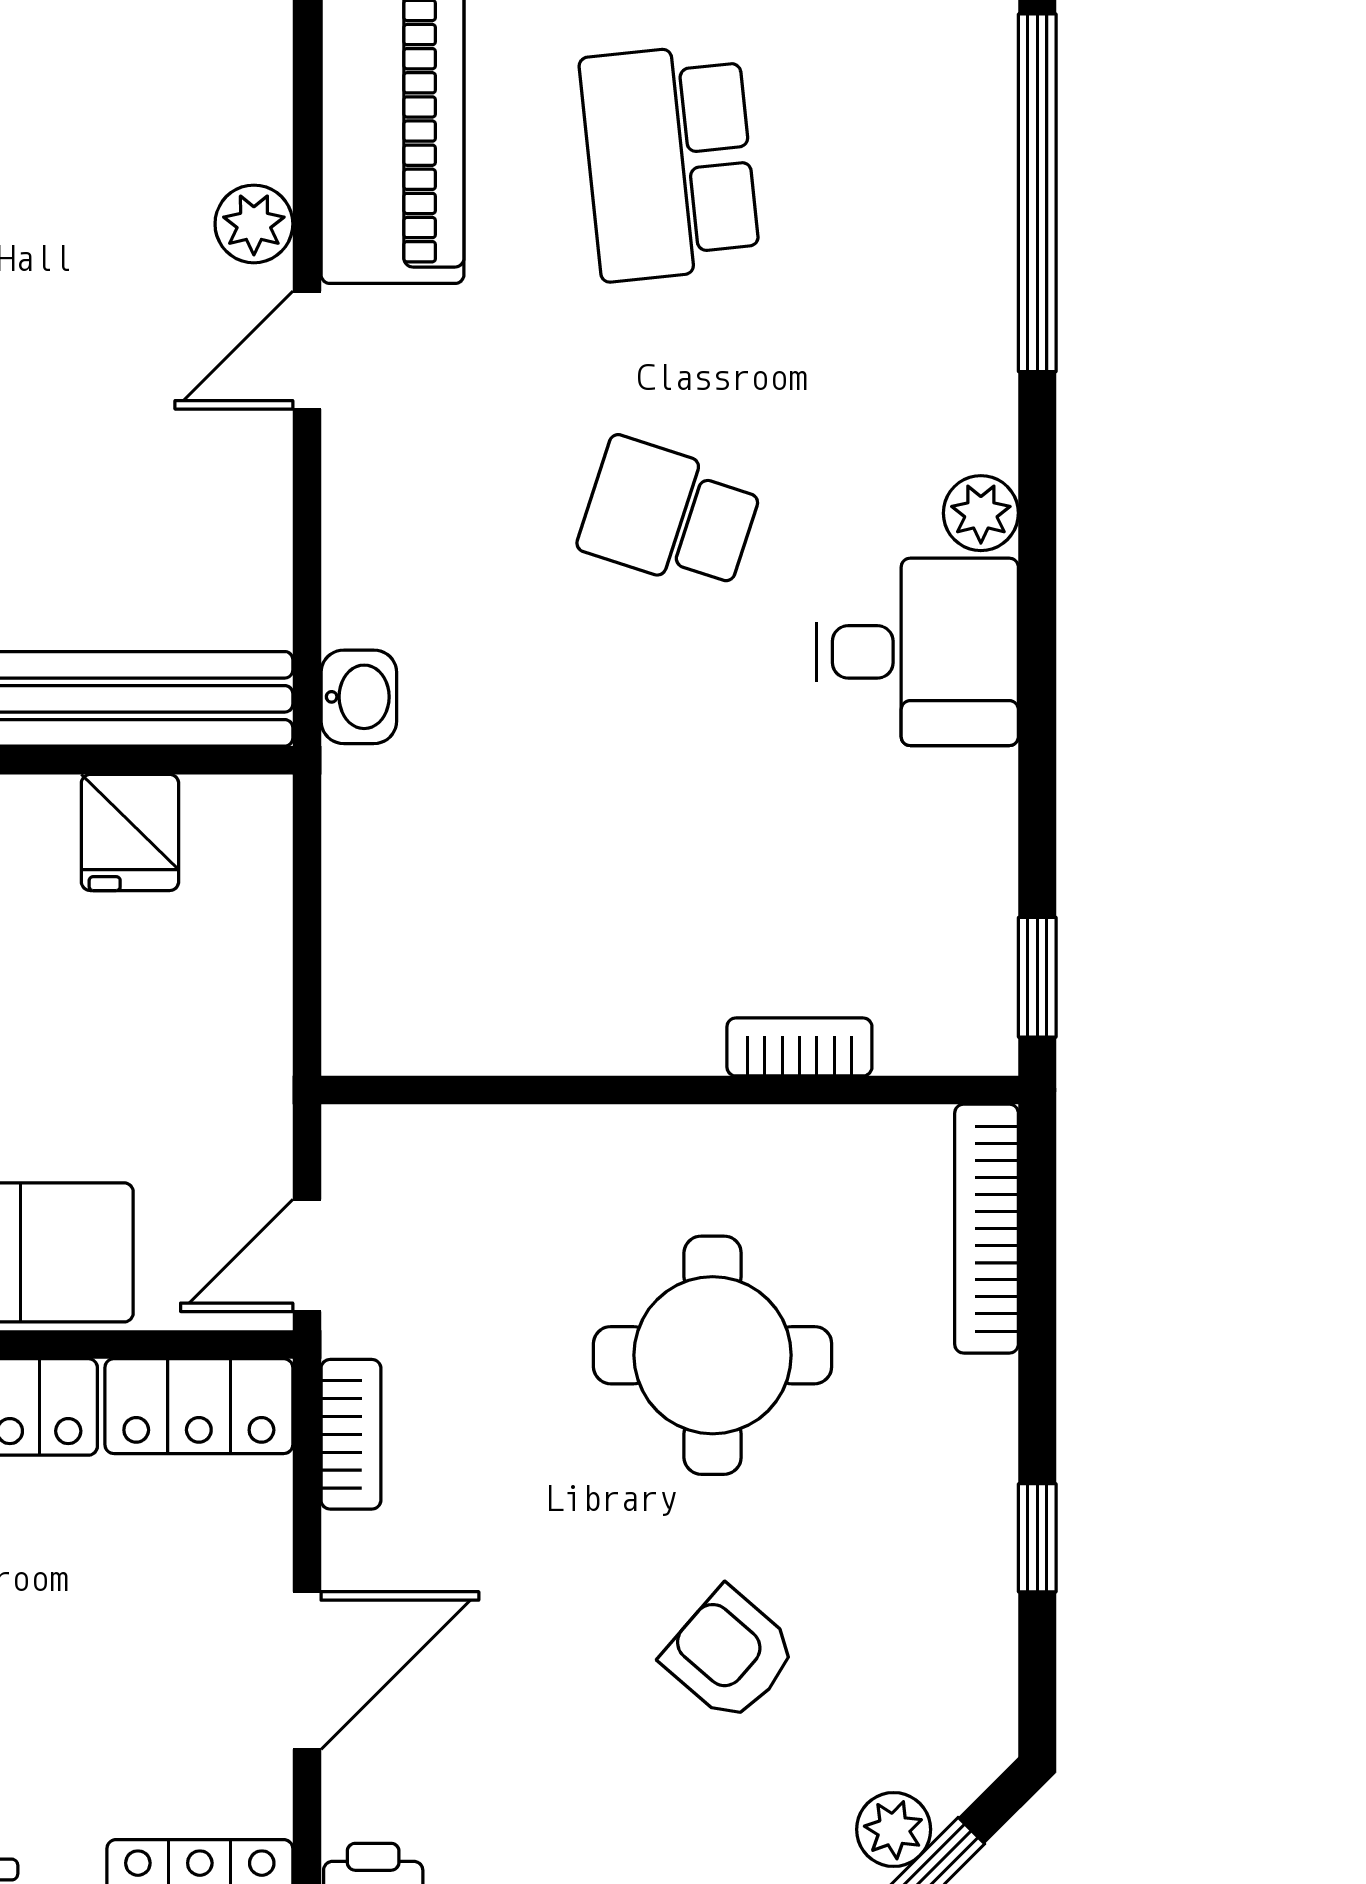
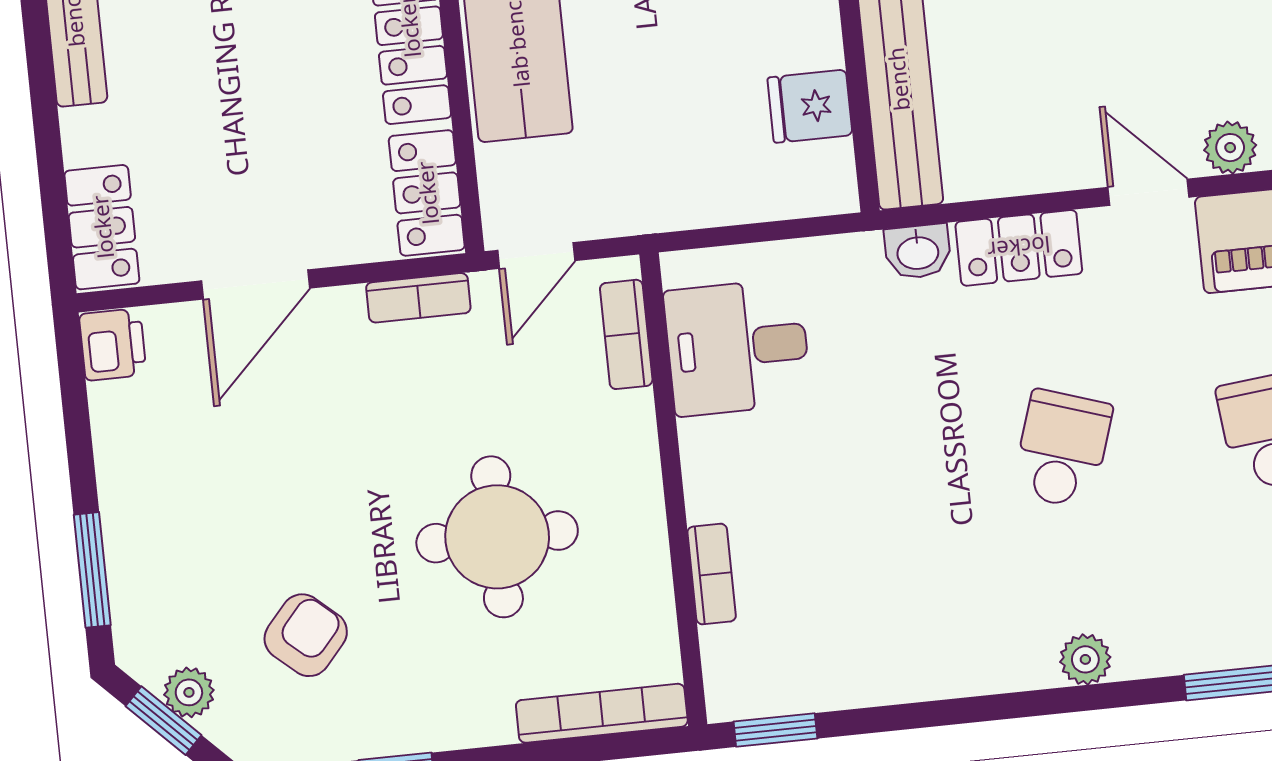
locker: (369, 548) -> (1019, 248), added
desk: (917, 652) -> (737, 347), moved, turned 90
bookcase: (436, 1136) -> (626, 334), added
door: (307, 1255) -> (536, 255), swing flipped
armchair: (730, 1655) -> (306, 635), moved
door: (307, 1671) -> (255, 284), hinge flipped

